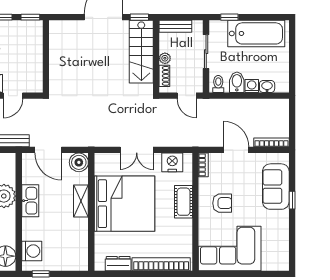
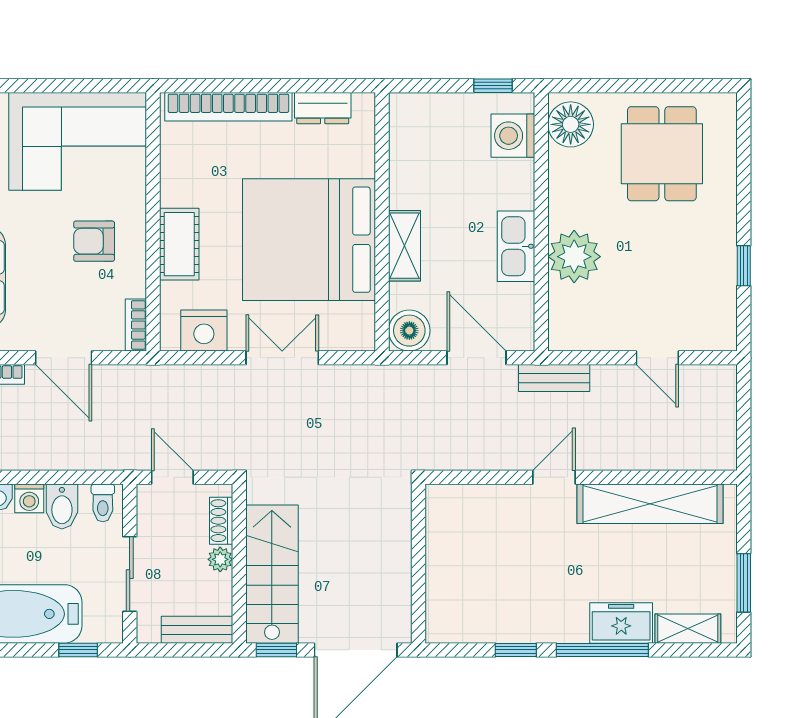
wall: (46, 56) -> (418, 564), moved

